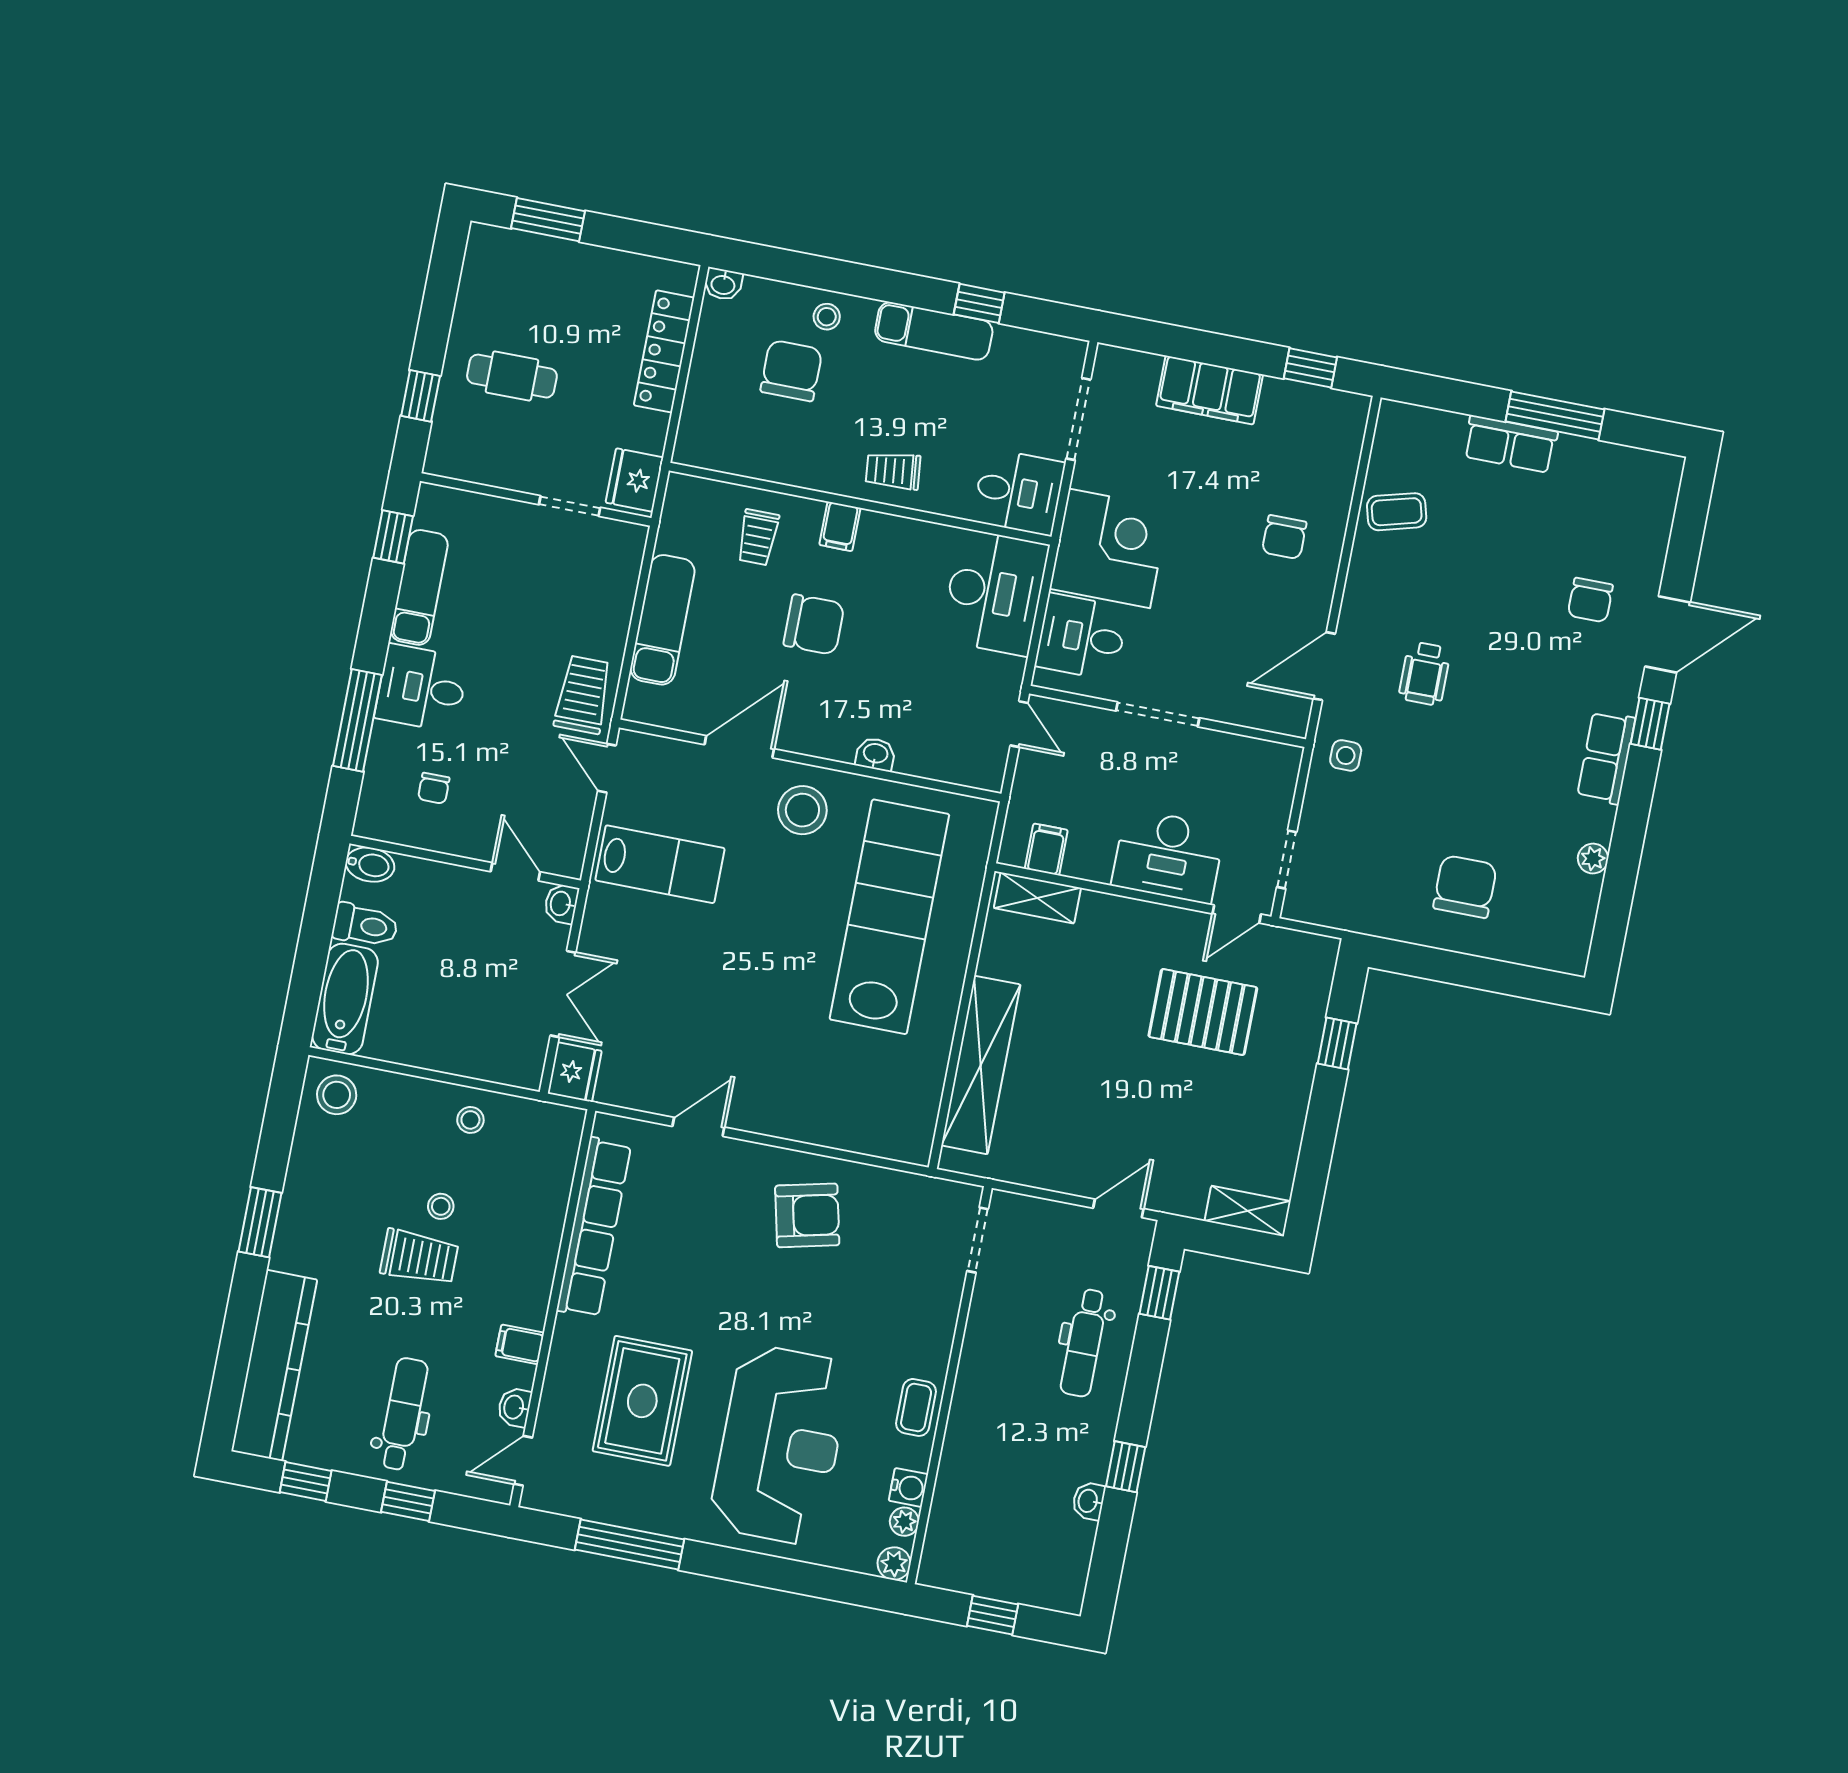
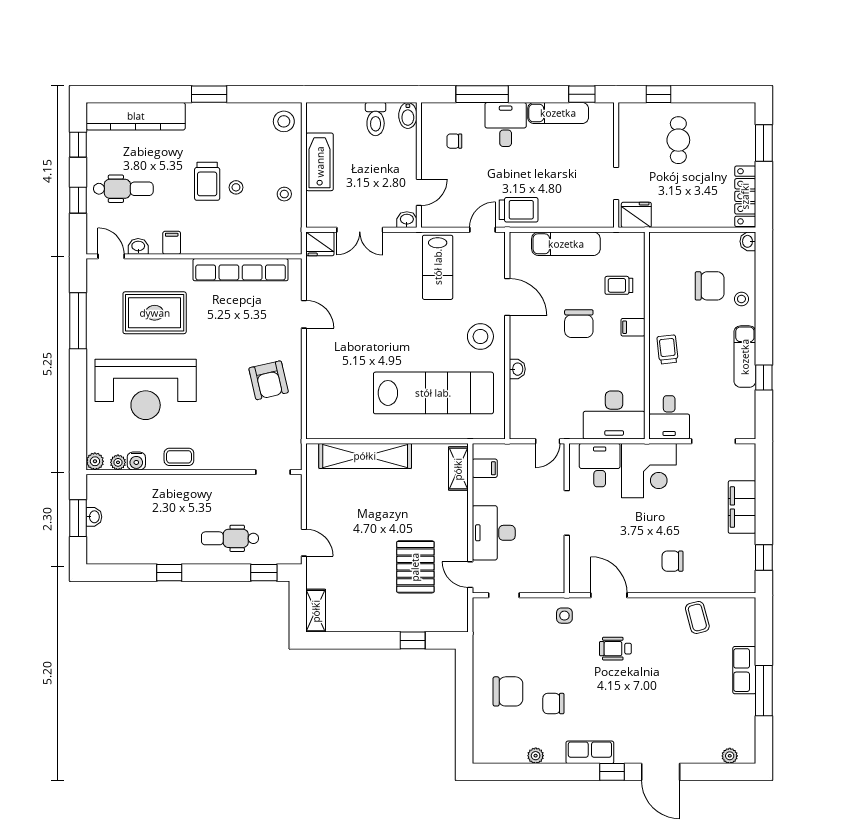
locker: (664, 351) -> (745, 196), moved, turned -90
plant: (1663, 502) -> (730, 756), added
chair: (1590, 600) -> (553, 704), moved
bathtub: (345, 999) -> (320, 162), moved, turned -90
washbasin: (1089, 1501) -> (94, 517), moved, turned 90
window: (993, 1615) -> (78, 518), width x1.50

